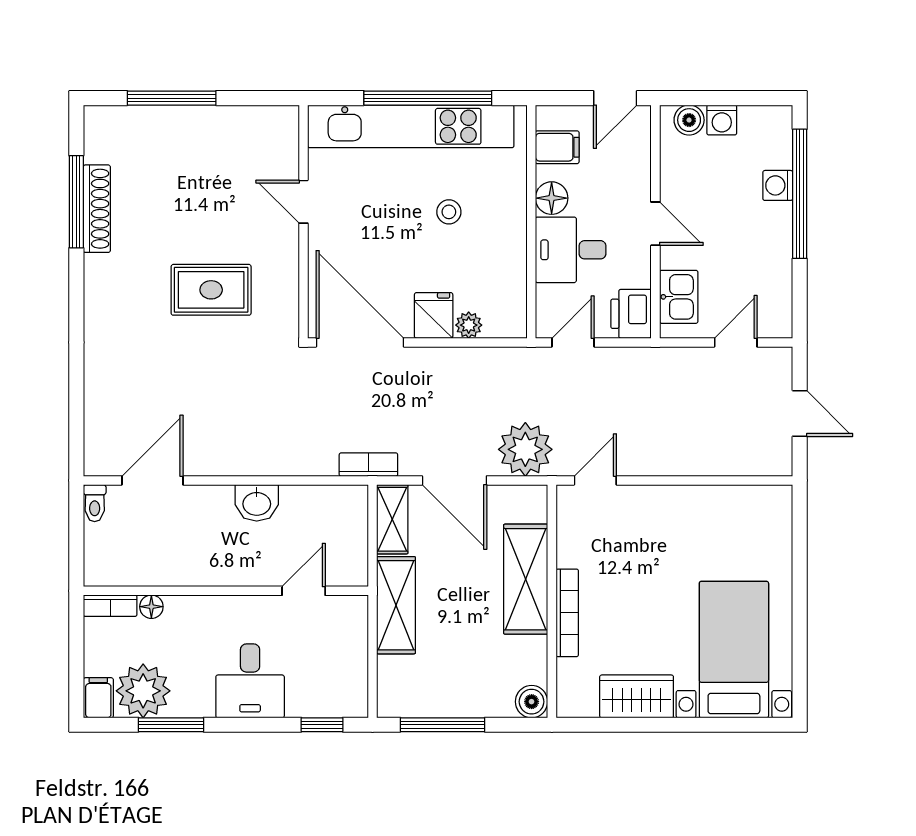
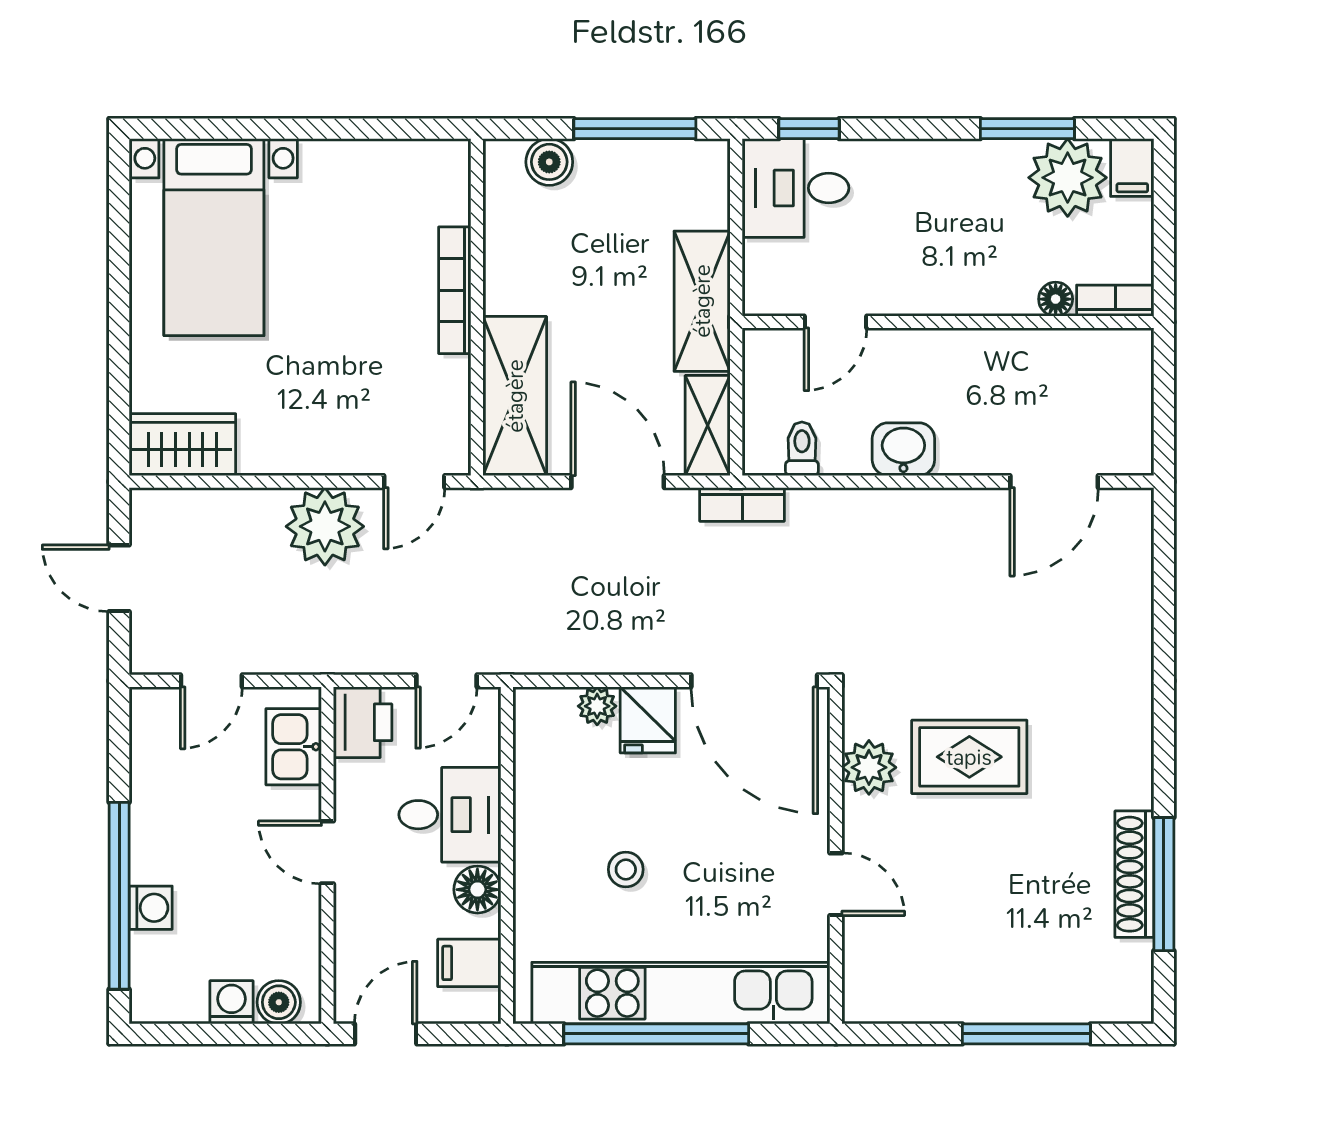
plant: (281, 283) -> (869, 767), added
plant: (525, 449) -> (325, 526), moved
toilet: (95, 503) -> (802, 449), moved
shelving: (526, 579) -> (515, 396), moved
desk: (250, 681) -> (796, 188), moved, turned -90
wardrobe: (637, 696) -> (182, 445), moved, turned 180
boiler: (532, 702) -> (549, 162), moved

